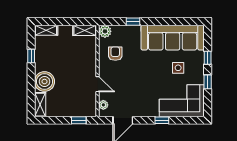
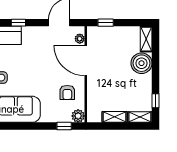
window: (133, 22) -> (64, 126), moved
shelving: (85, 30) -> (115, 117), moved
window: (31, 56) -> (156, 101), moved
door: (98, 84) -> (86, 61), width x1.88

